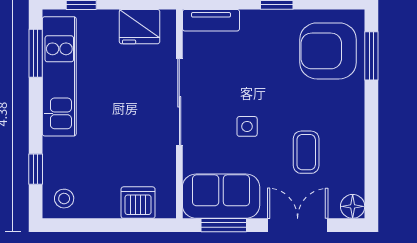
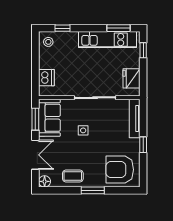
tv unit: (211, 20) -> (135, 119), width x1.41
armchair: (328, 51) -> (120, 170), turned -90
window: (371, 56) -> (93, 190), moved
coffee table: (306, 152) -> (73, 176), moved

